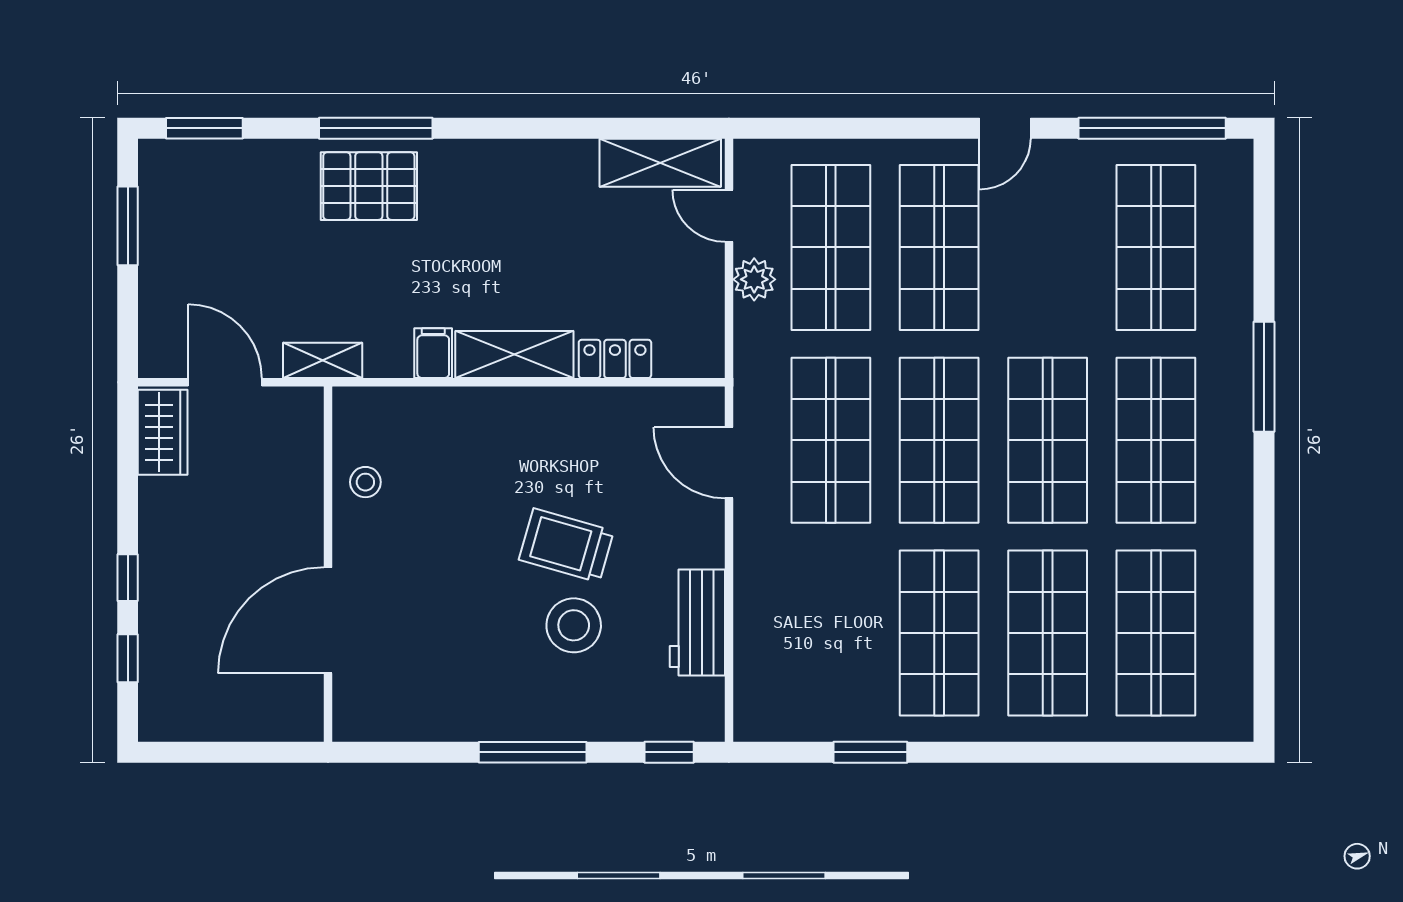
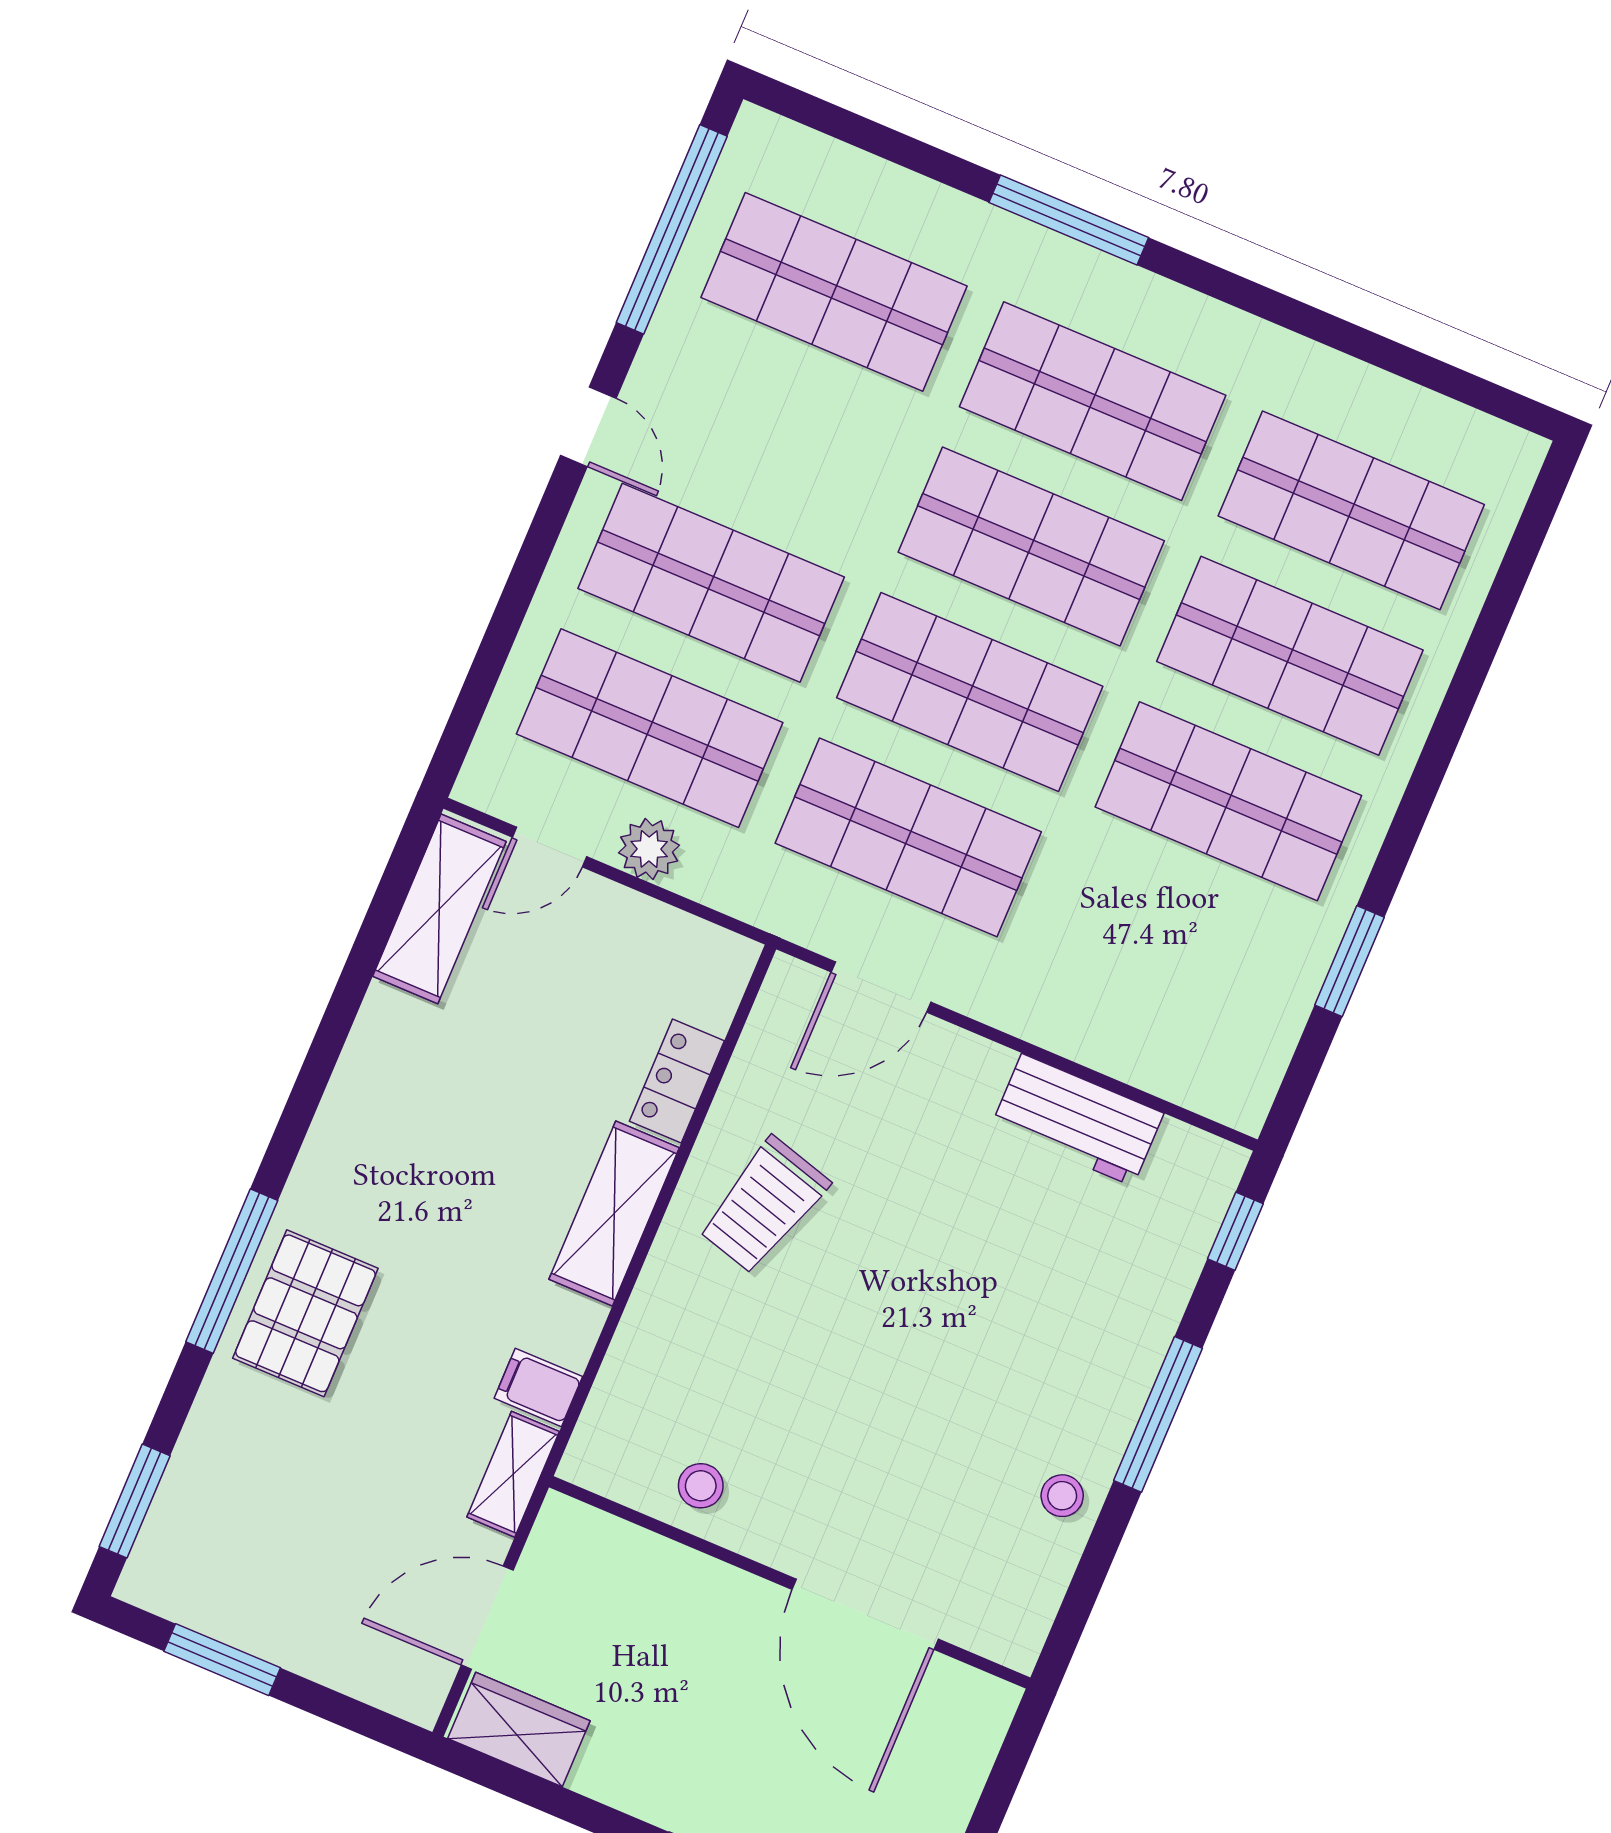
filing cabinet: (433, 353) -> (538, 1387), moved
trolley: (566, 545) -> (764, 1205), moved
stool: (574, 625) -> (1062, 1496), moved, width x0.53, depth x0.53

